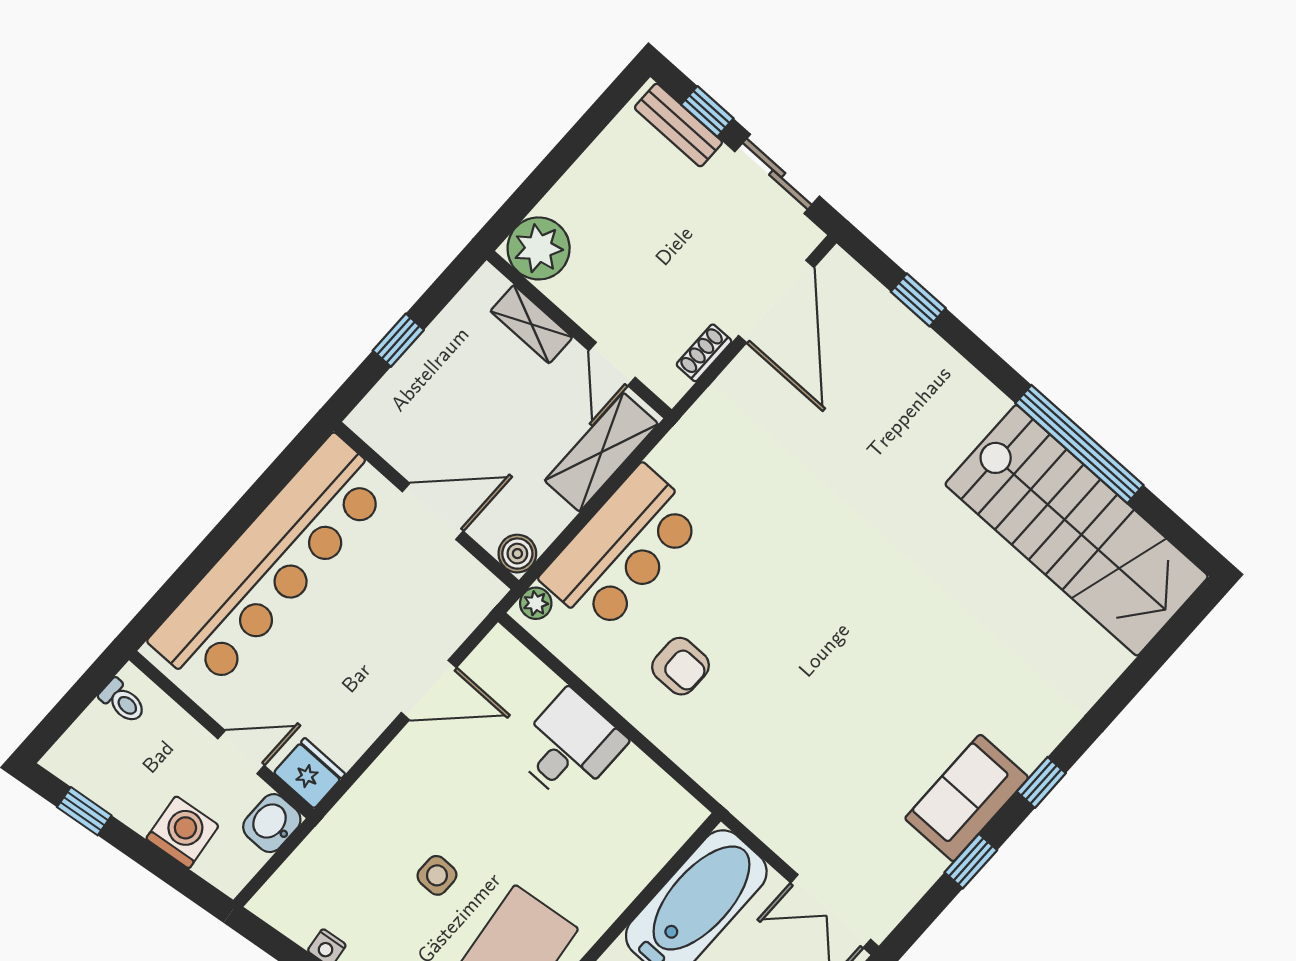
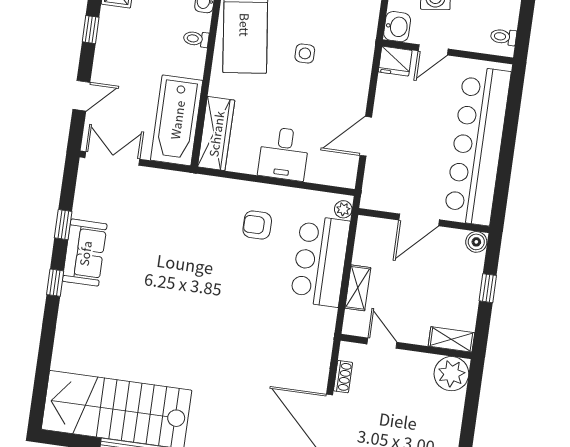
shelving: (531, 324) -> (451, 339), moved
shelving: (601, 452) -> (358, 288), width x0.67, depth x0.75
boiler: (517, 554) -> (476, 242), moved
wardrobe: (650, 844) -> (216, 134), added

